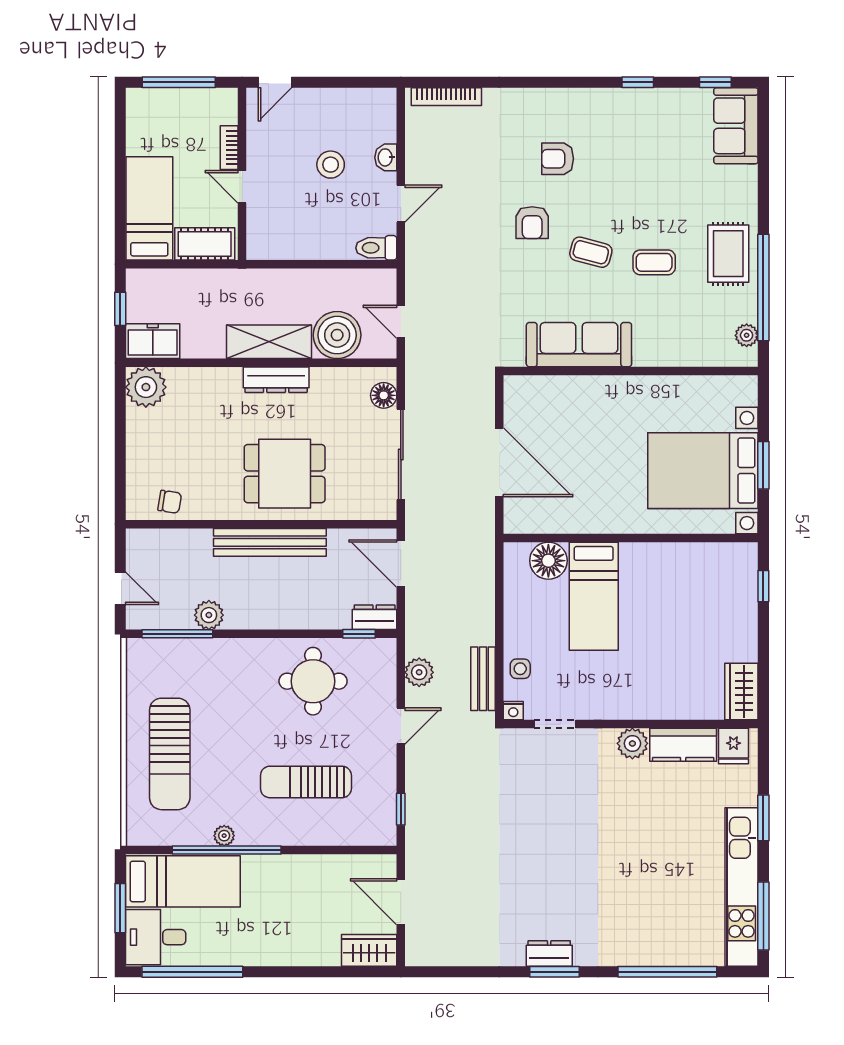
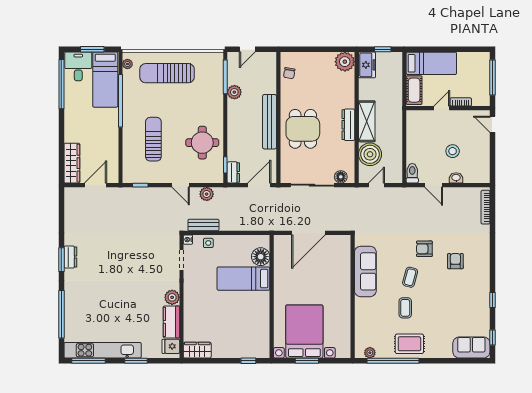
plant: (224, 836) -> (127, 64), moved
wardrobe: (369, 950) -> (72, 163), width x1.50

